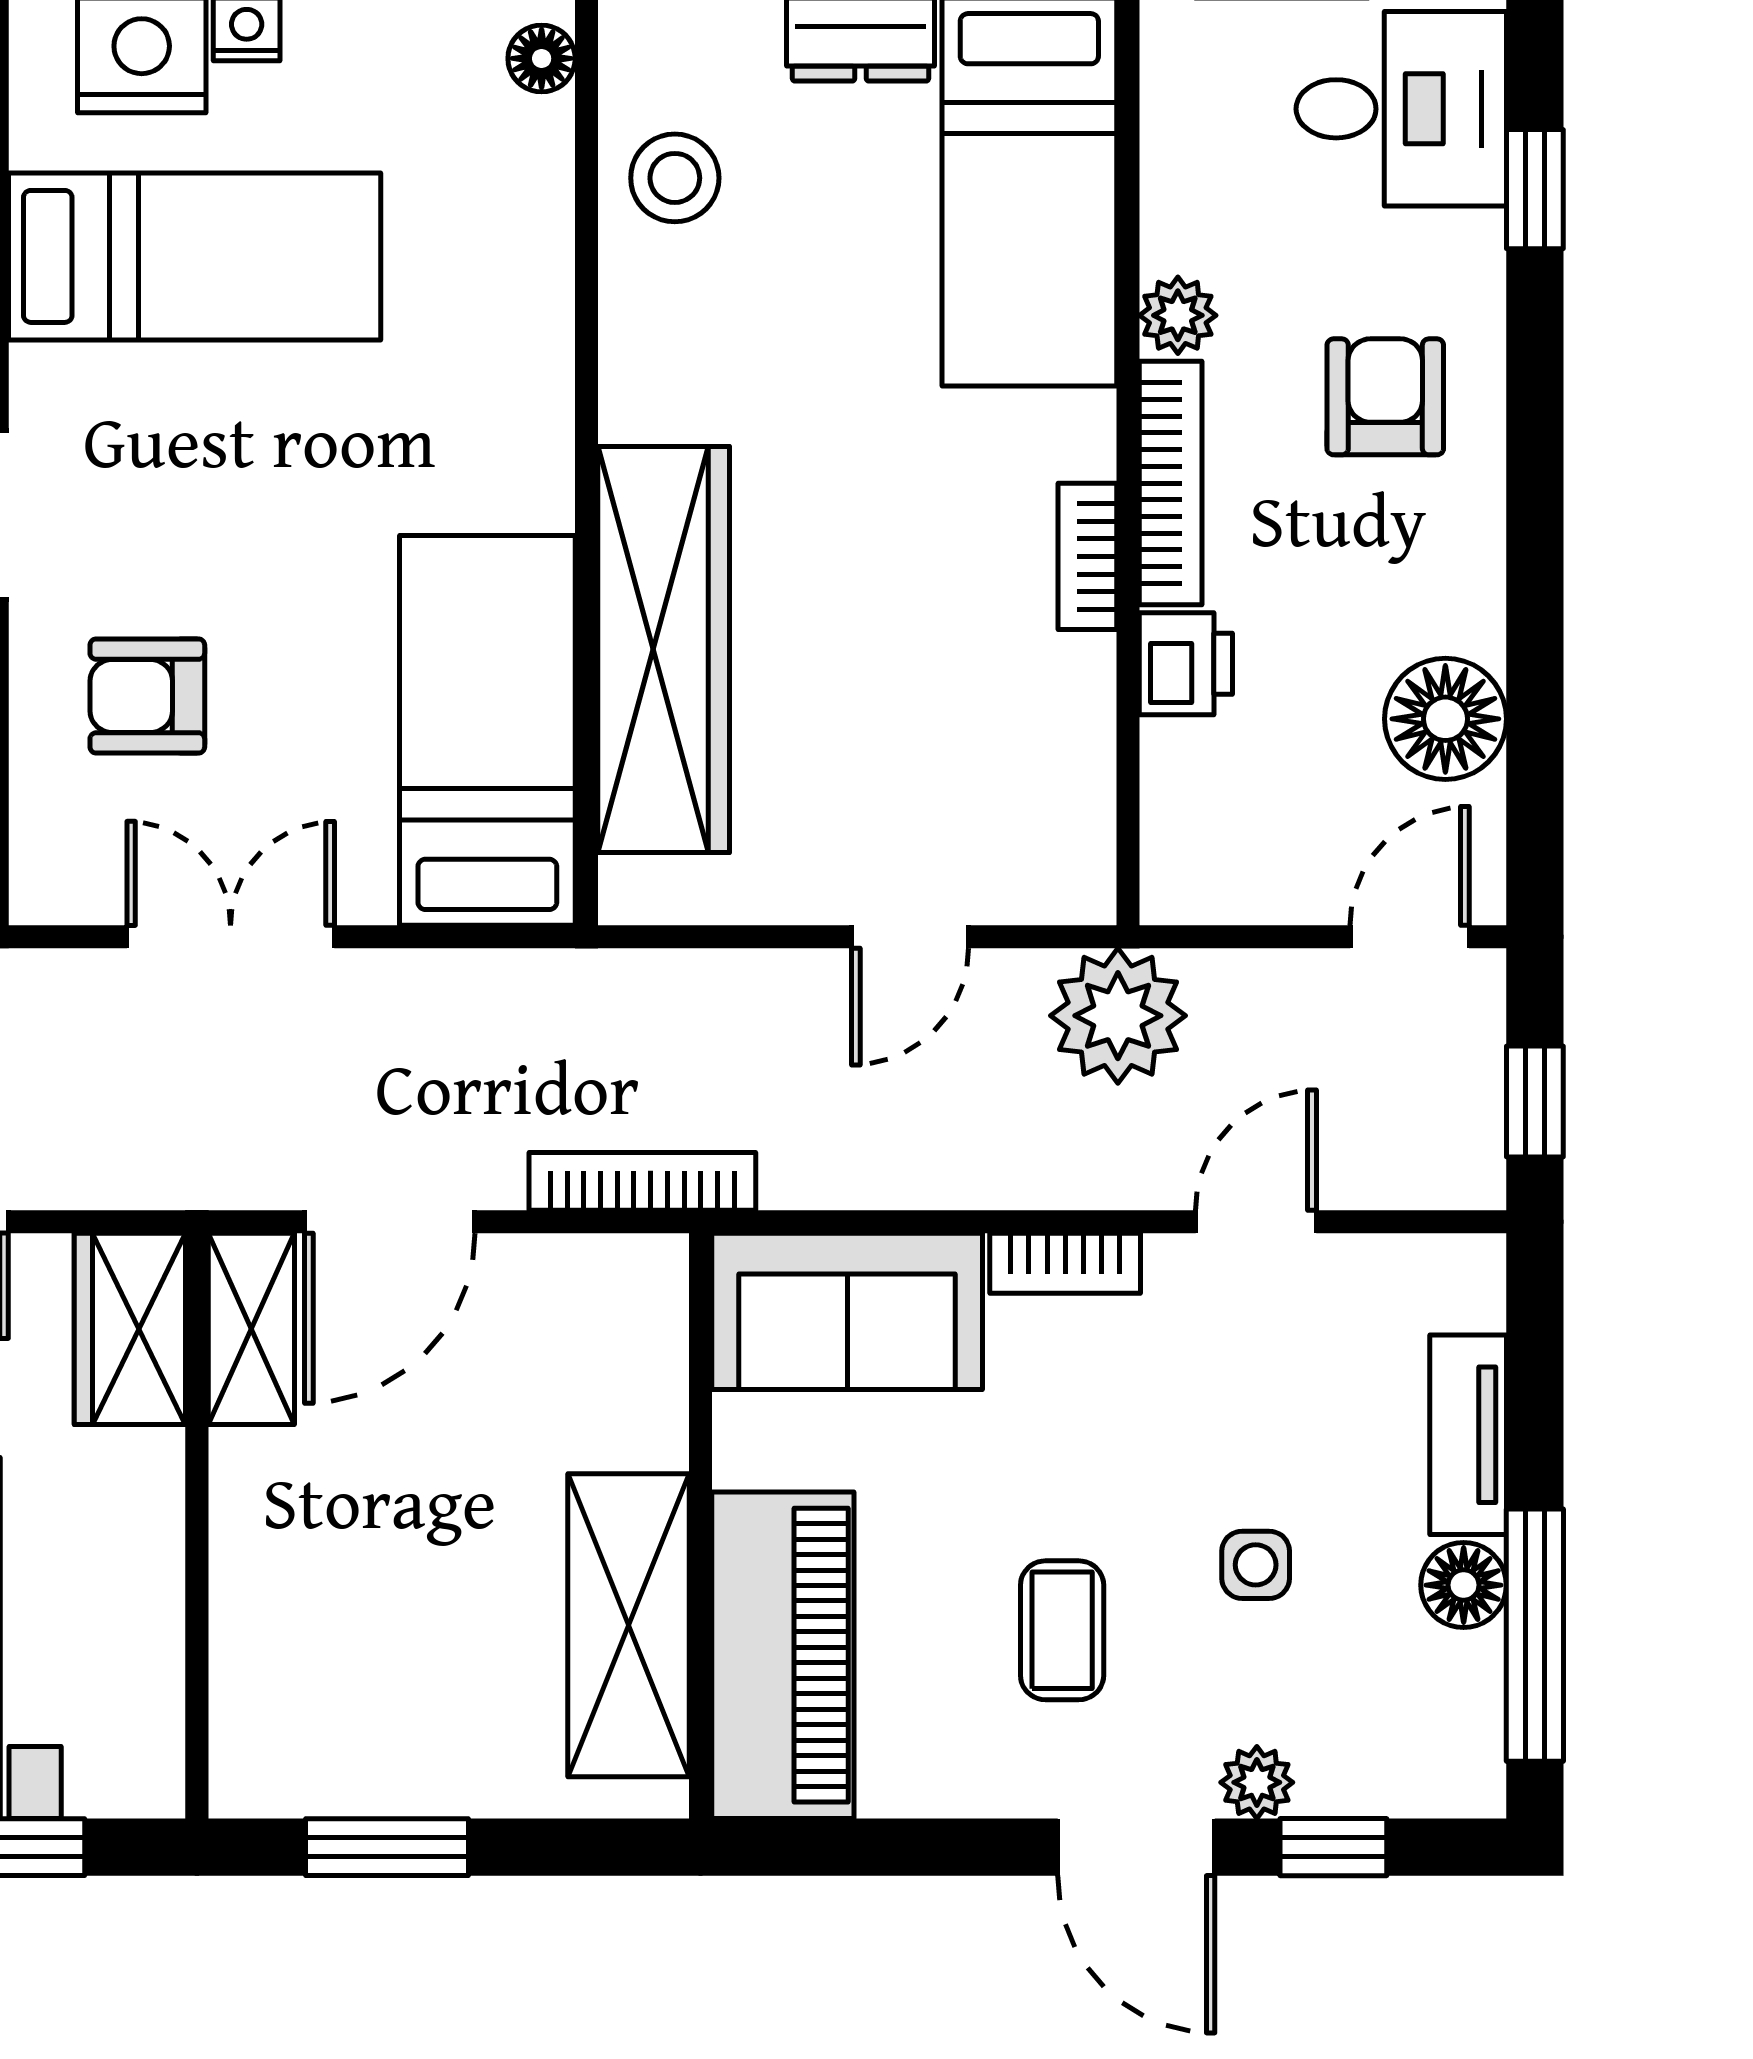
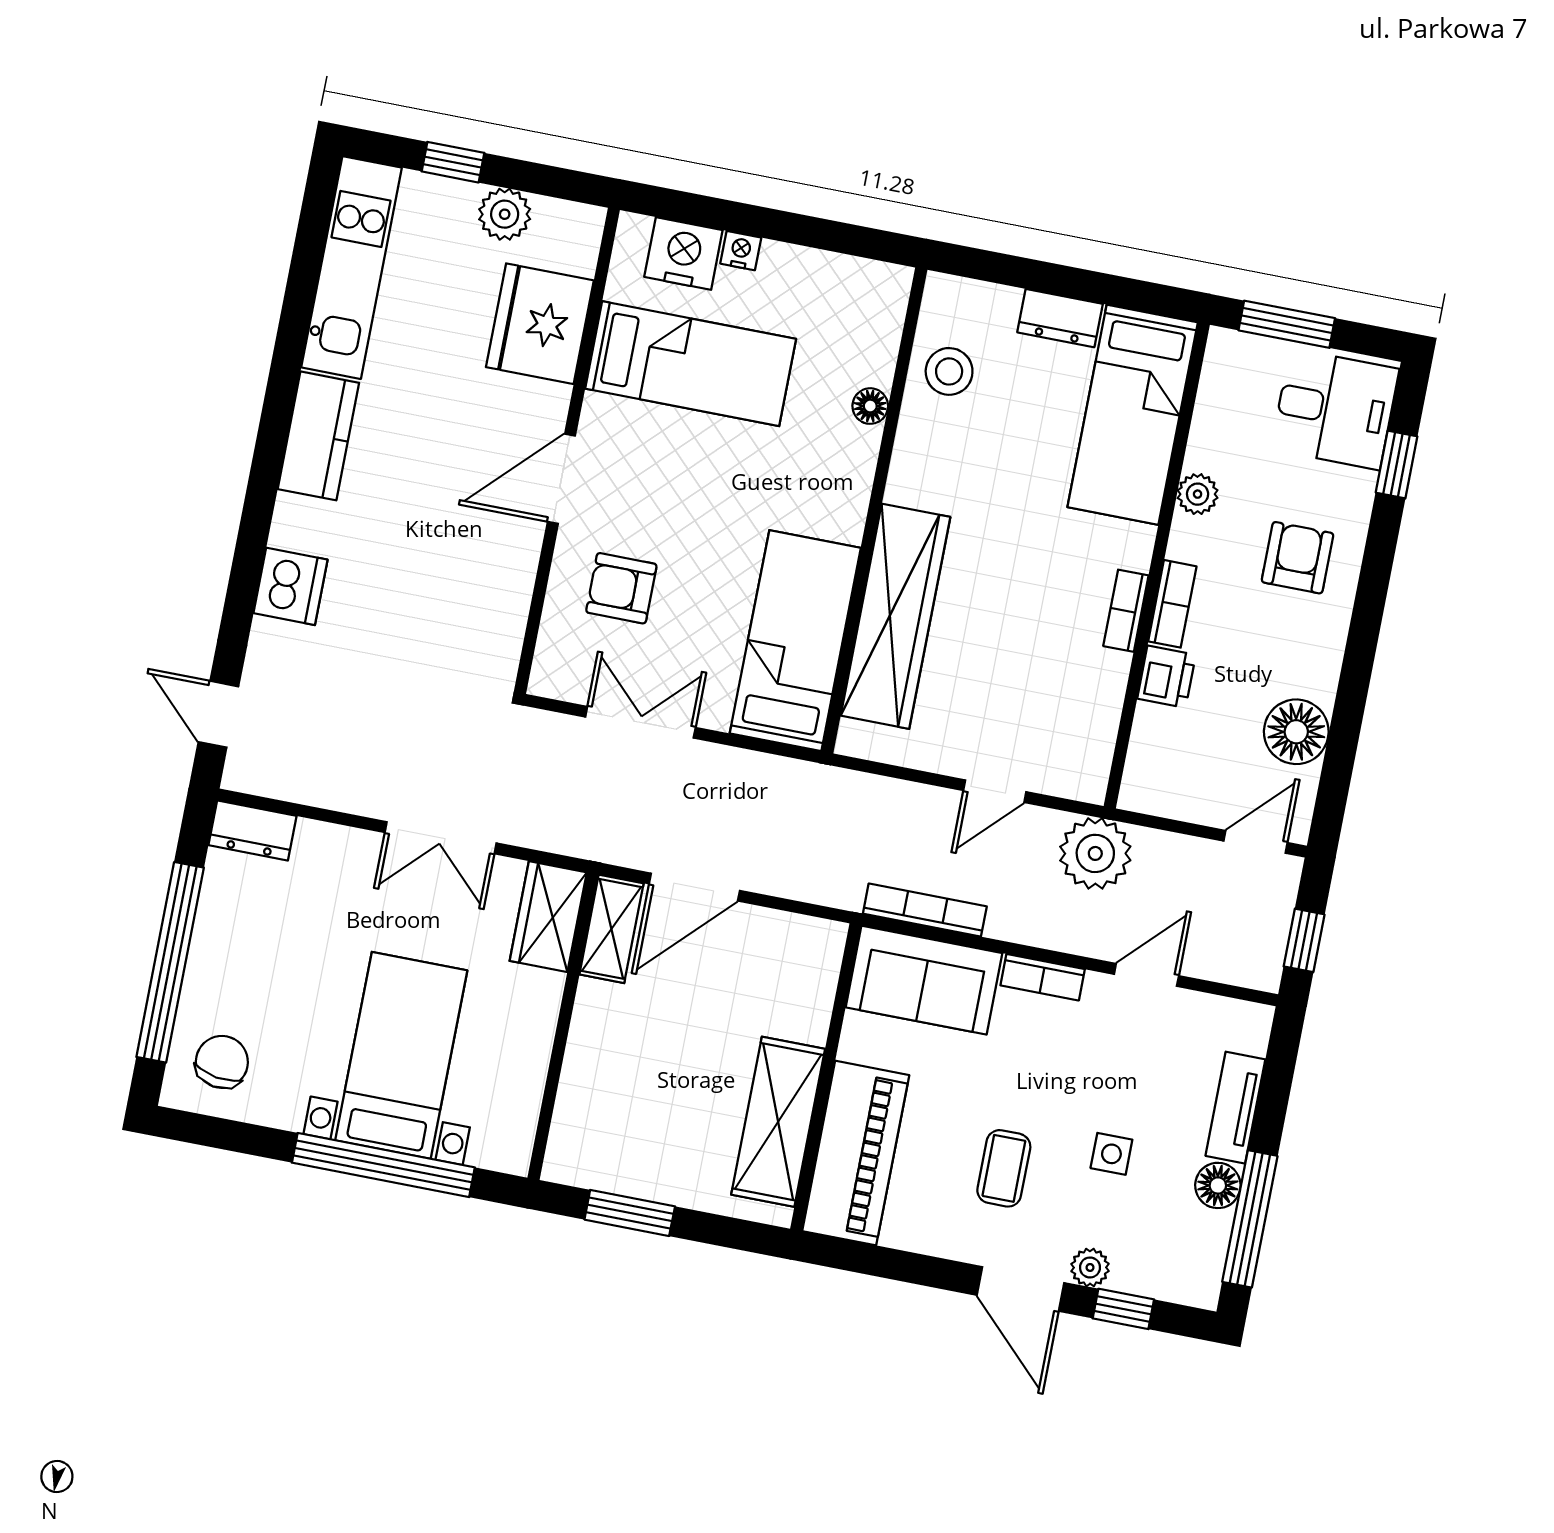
floor lamp: (542, 58) -> (870, 406), moved
bookcase: (1171, 483) -> (1172, 604), width x0.64
bookcase: (642, 1181) -> (925, 910), moved

